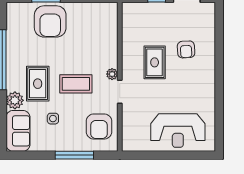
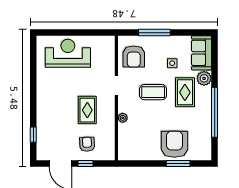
window: (219, 33) -> (33, 135), added
armchair: (186, 49) -> (87, 144), moved
plant: (112, 74) -> (123, 118), moved
armchair: (99, 126) -> (134, 57), turned 180

